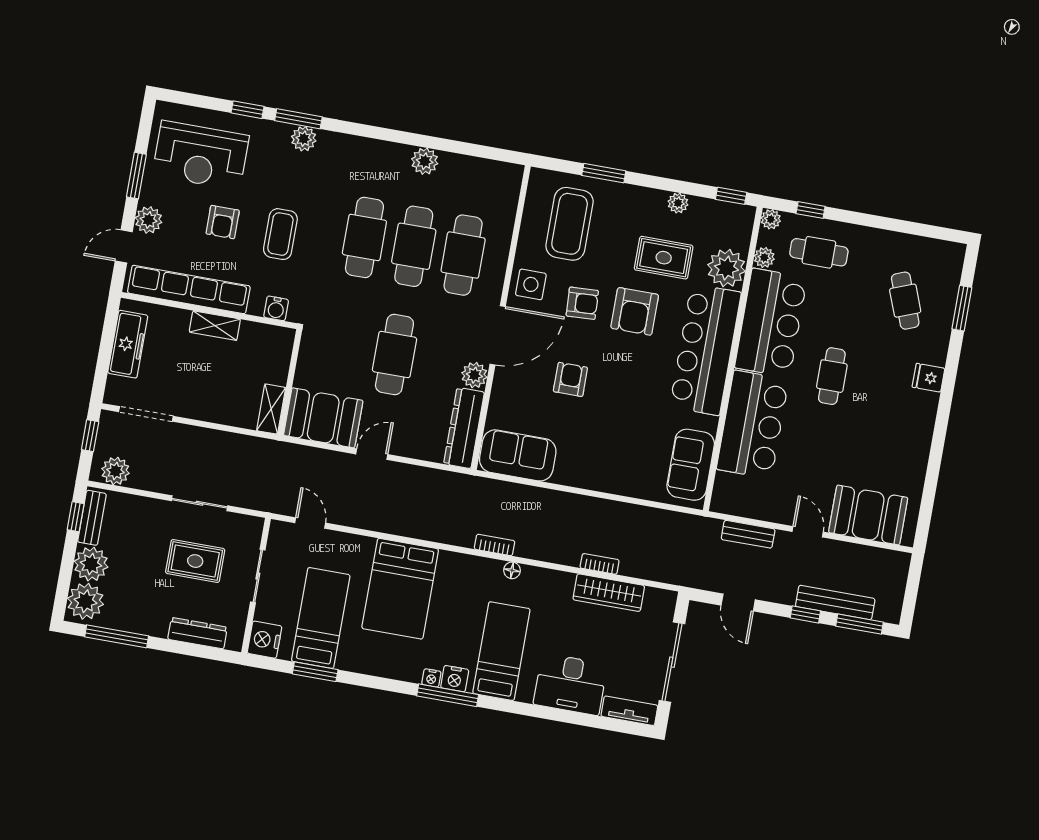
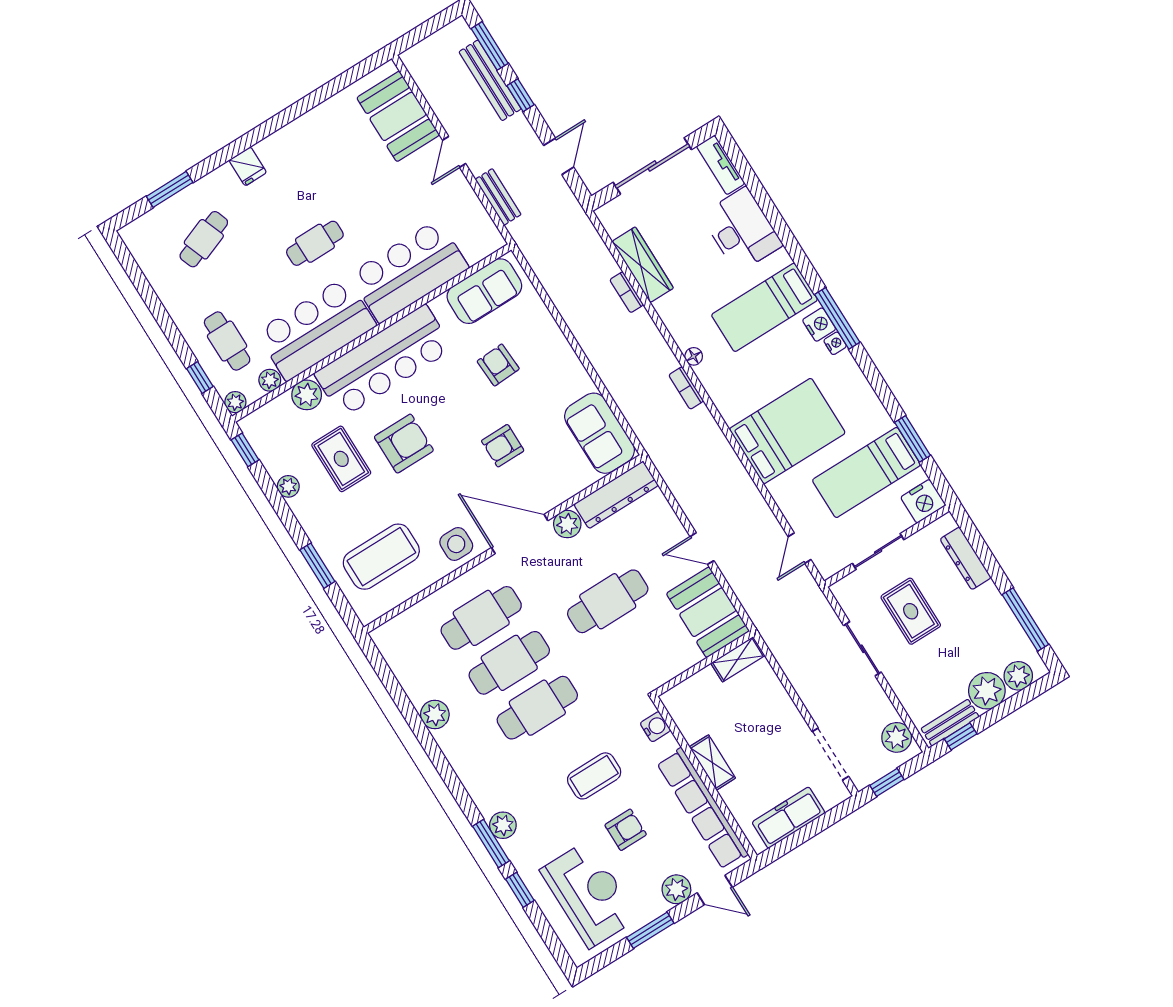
plant: (726, 268) -> (307, 395), width x0.73, depth x0.73
armchair: (582, 303) -> (498, 365), moved
plant: (85, 601) -> (1018, 676), width x0.73, depth x0.73

